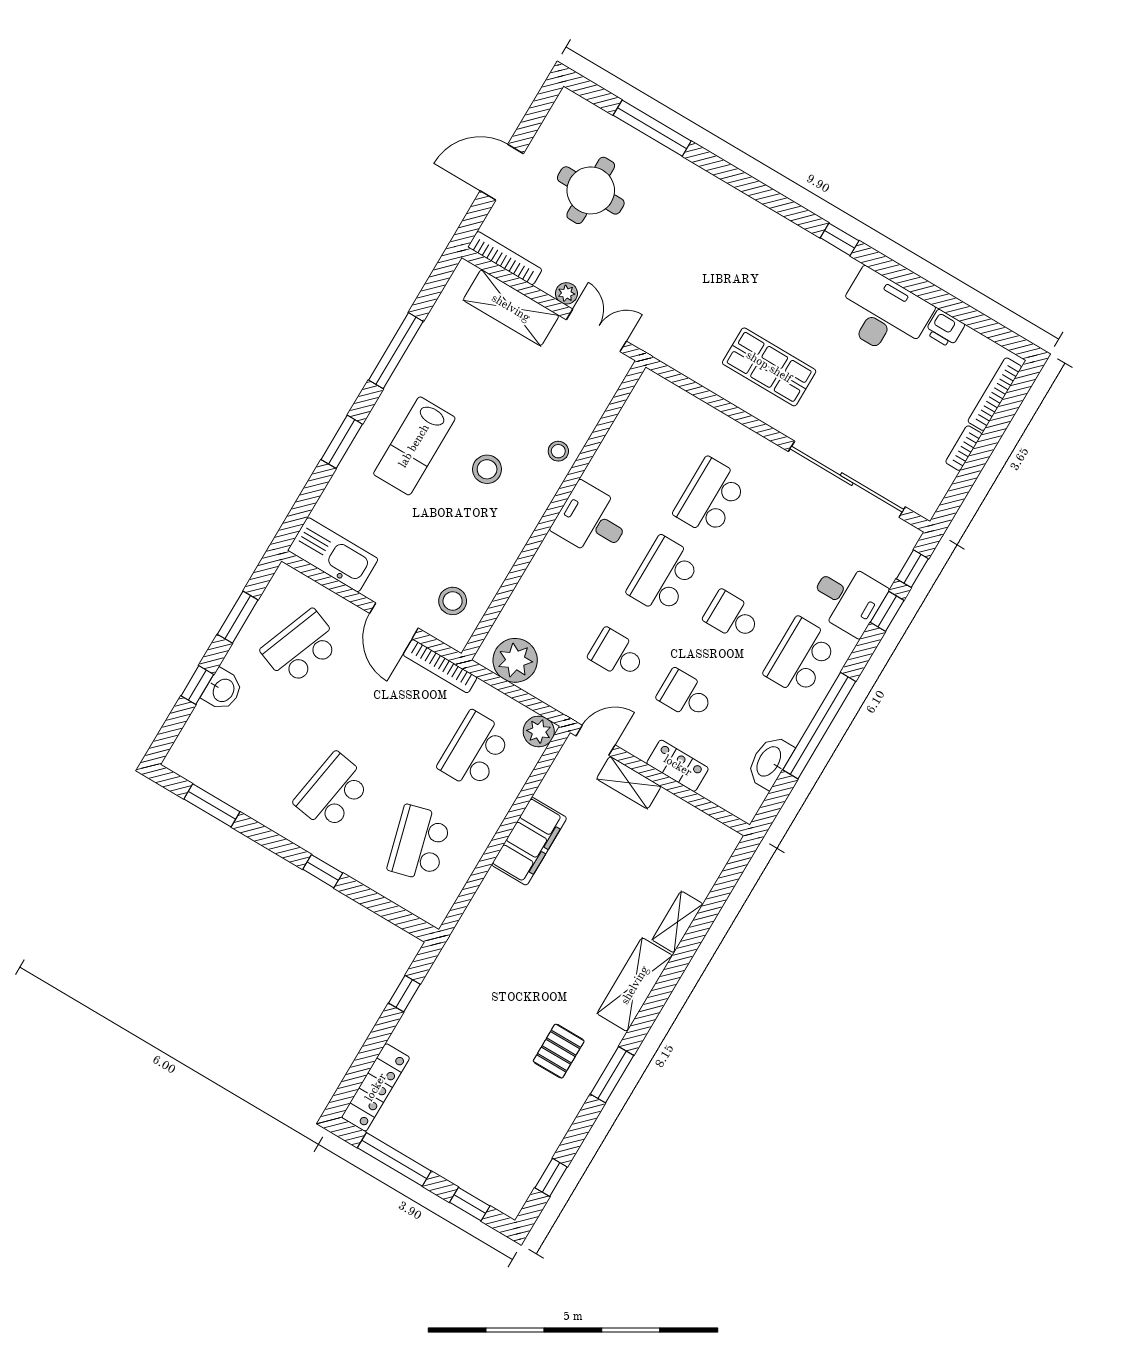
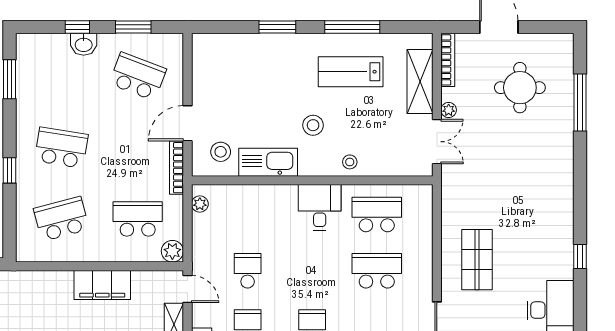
lab bench: (414, 446) -> (351, 72), moved
kitchen sink: (333, 555) -> (268, 162), moved, turned -90
school desk: (664, 576) -> (377, 215), moved
plant: (515, 660) -> (200, 204), width x0.53, depth x0.53

